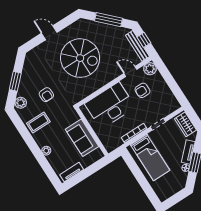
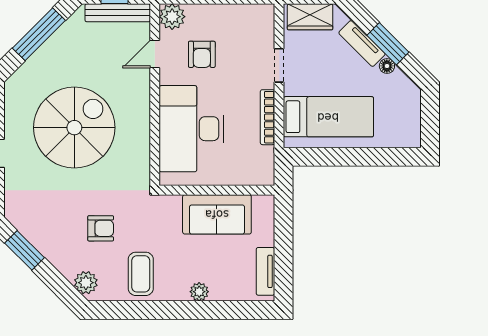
window: (15, 81) -> (24, 250), moved

